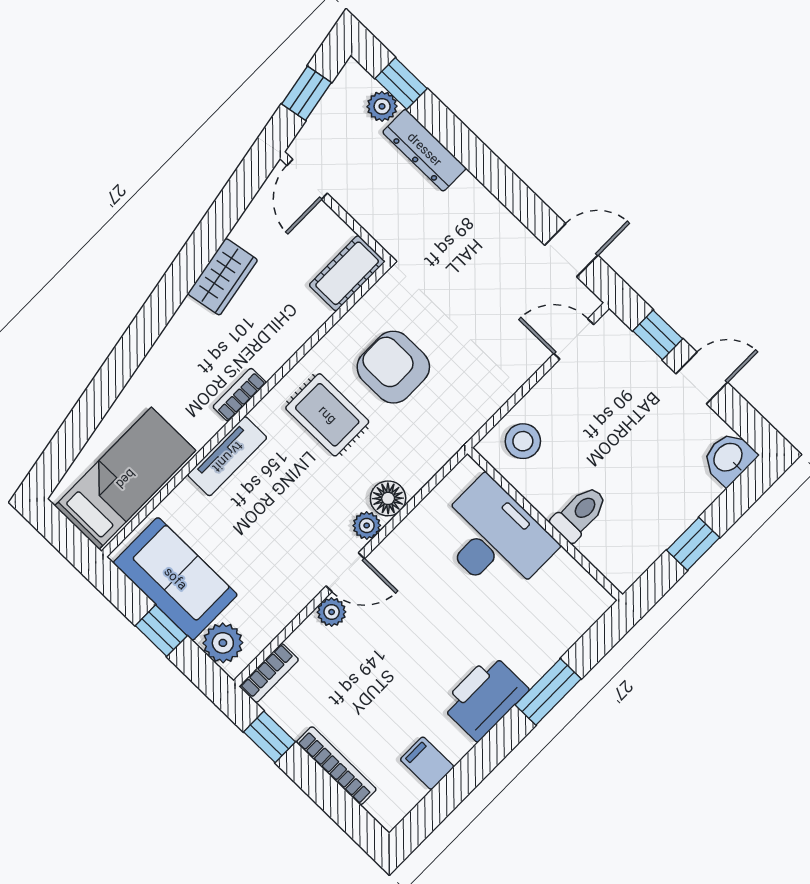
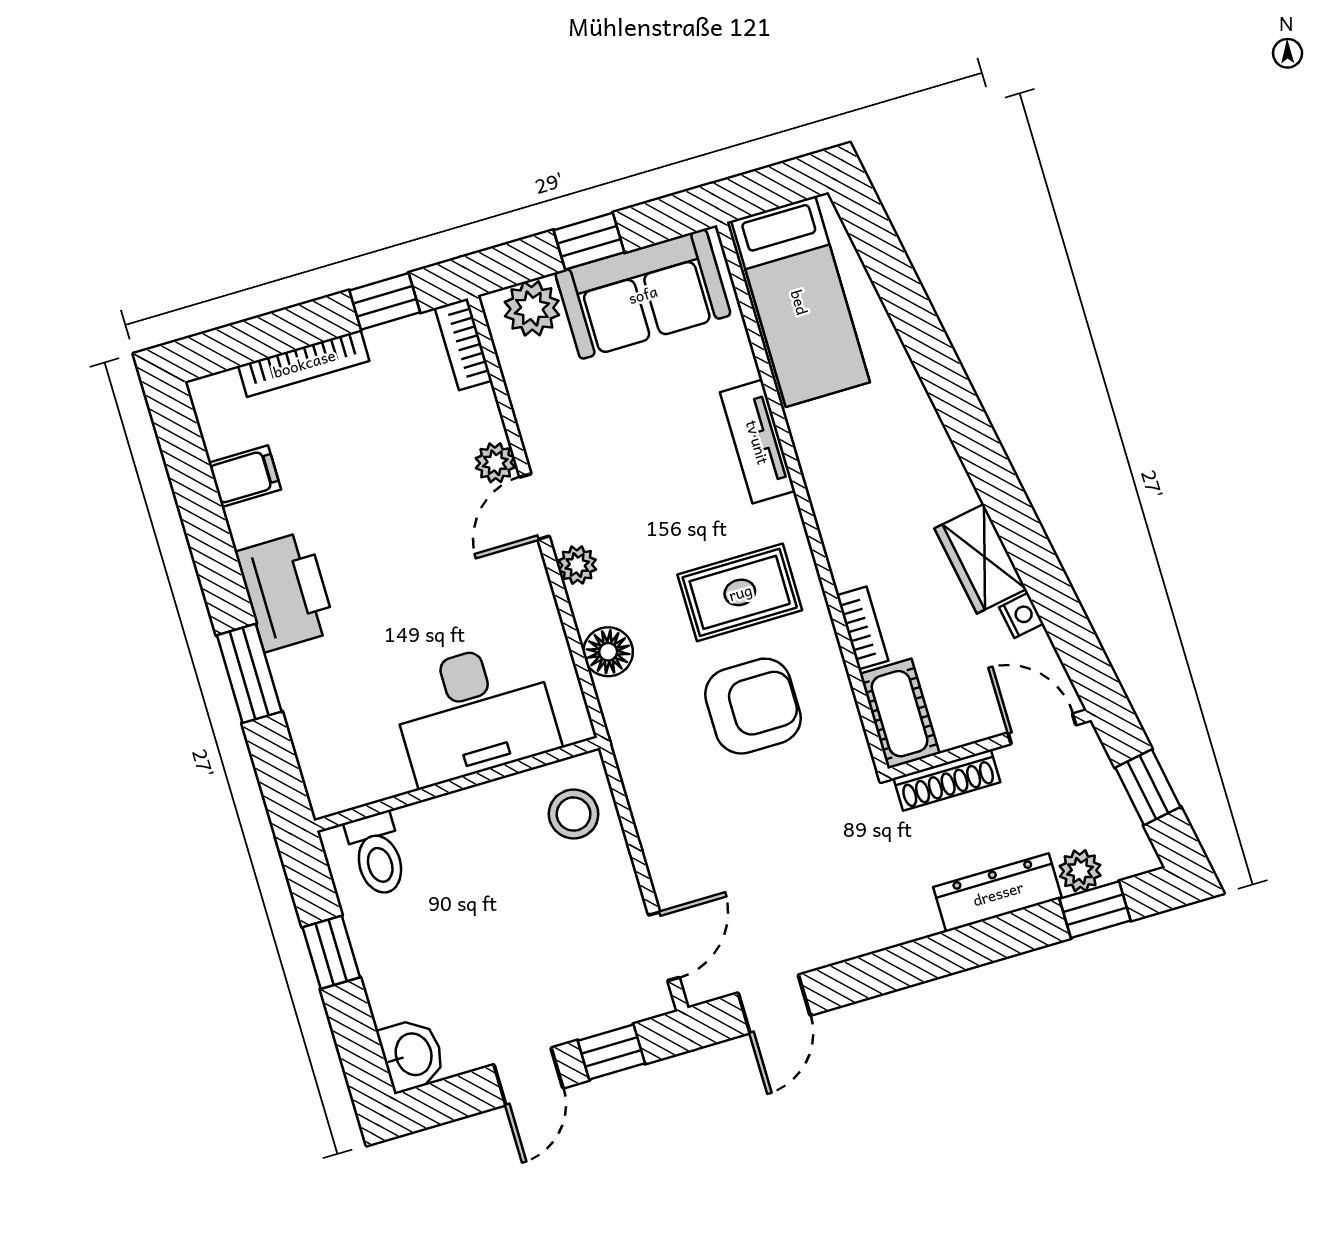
shoe rack: (372, 221) -> (947, 780), added
nightstand: (244, 232) -> (1021, 615), added
bookcase: (240, 395) -> (862, 628), moved
floor lamp: (388, 498) -> (608, 652), moved
toilet: (579, 513) -> (377, 854), moved

